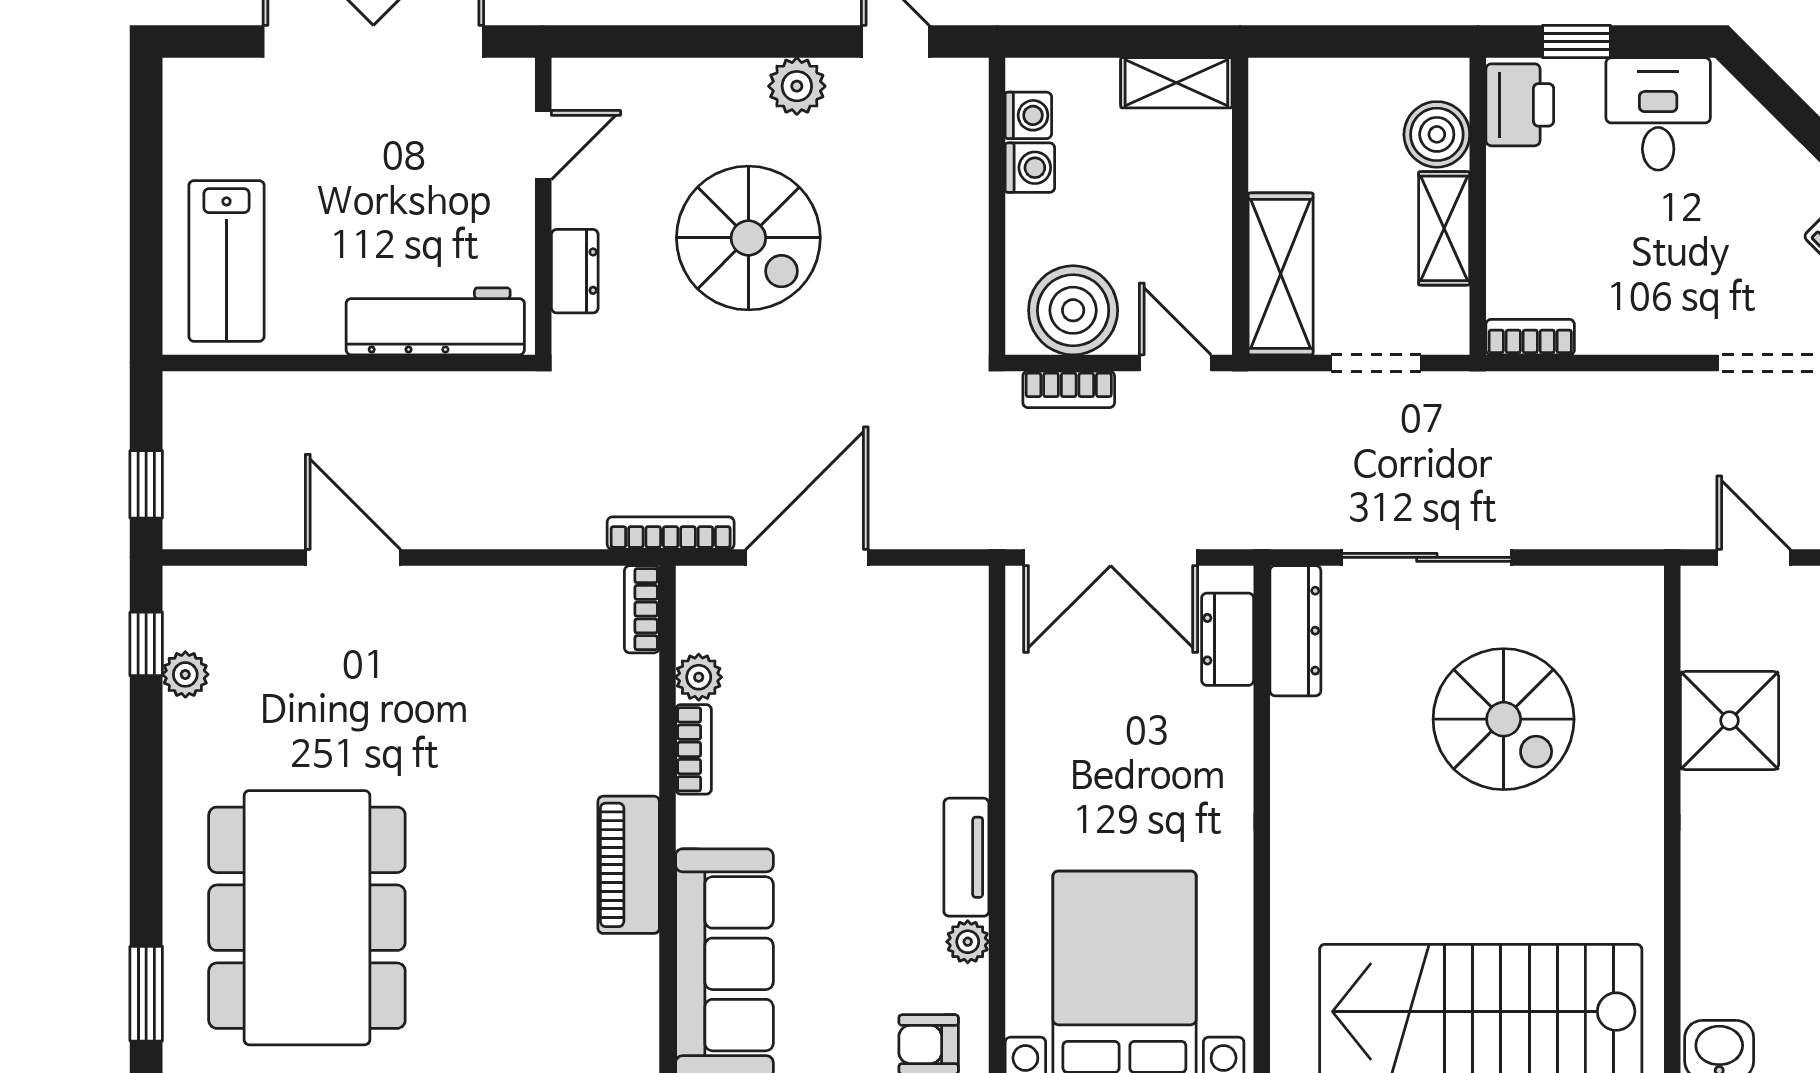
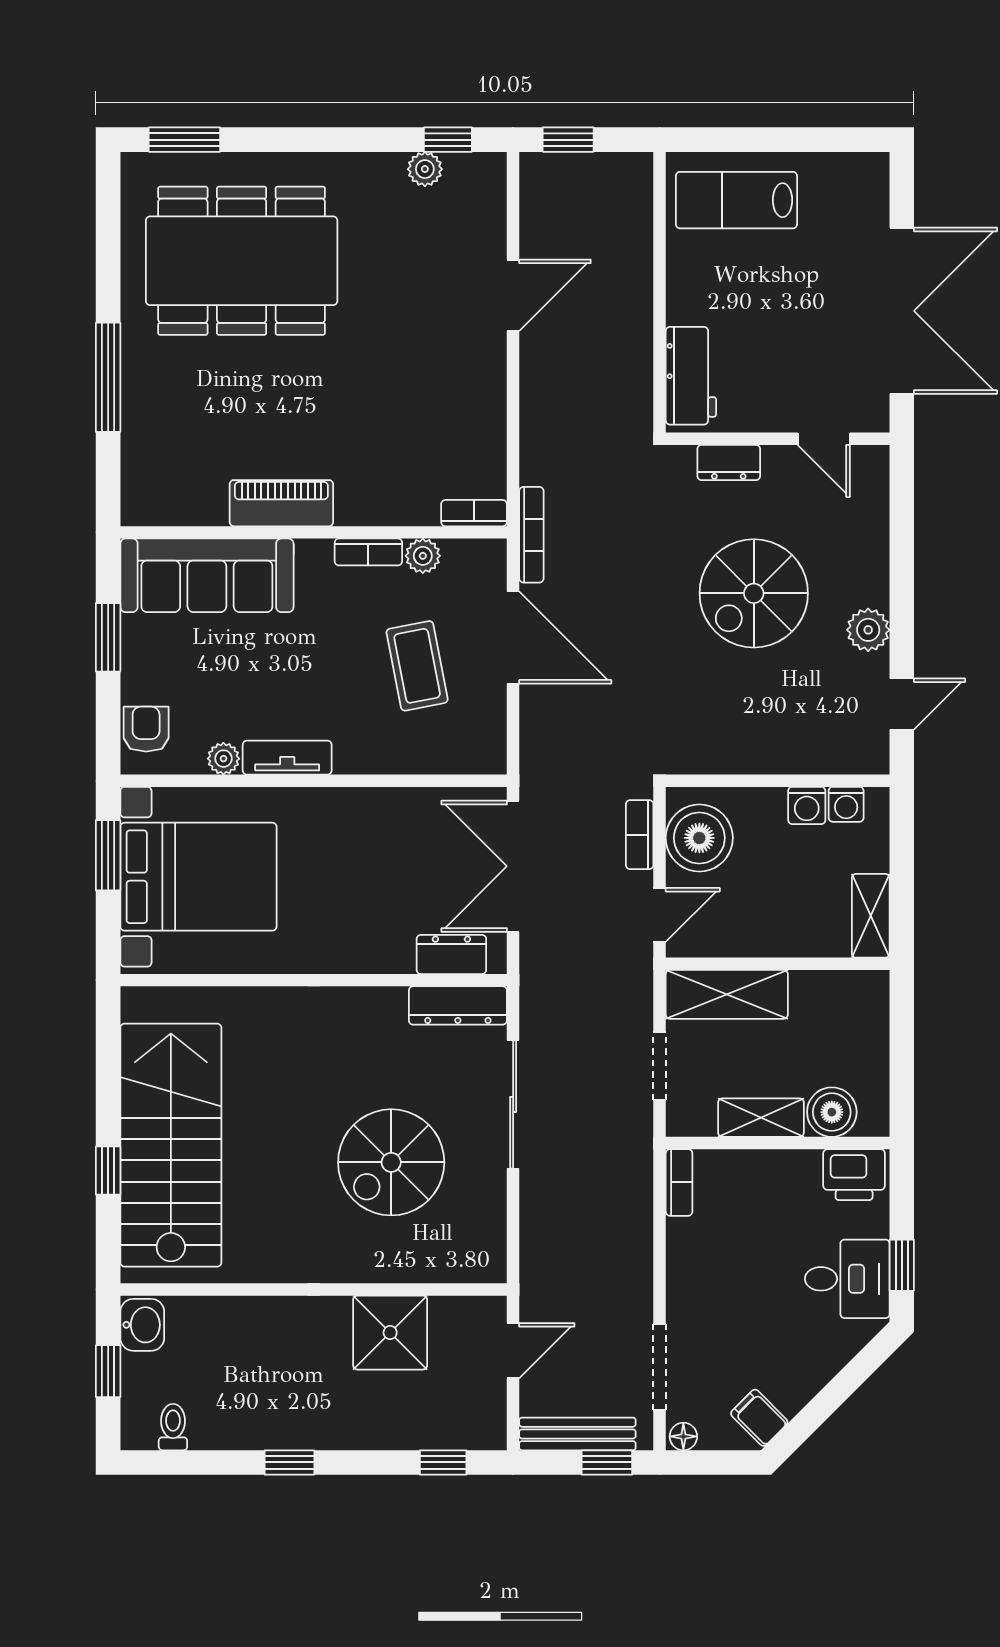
window: (1576, 42) -> (902, 1265), moved
workbench: (435, 321) -> (691, 376), width x0.73
coffee table: (845, 685) -> (417, 666), added

